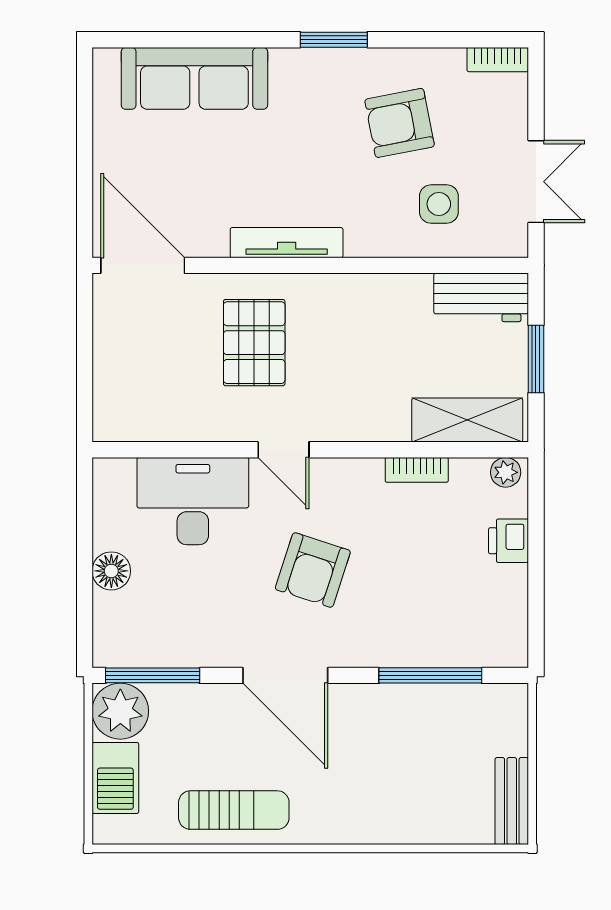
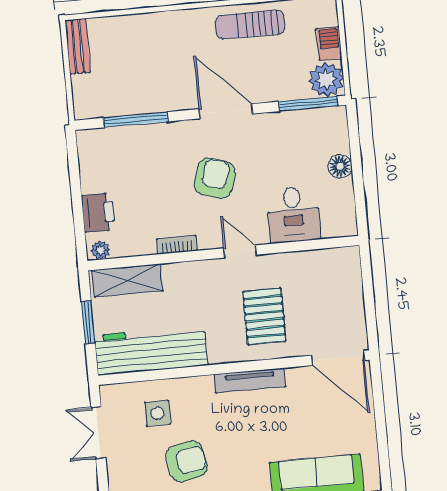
workbench: (481, 297) -> (151, 350), width x1.88, depth x1.32
bookcase: (417, 470) -> (177, 245), moved
desk: (193, 501) -> (293, 214), width x0.73
printer: (509, 541) -> (98, 213), width x1.36, depth x1.24
barbecue: (115, 778) -> (329, 44), width x0.73, depth x0.79

